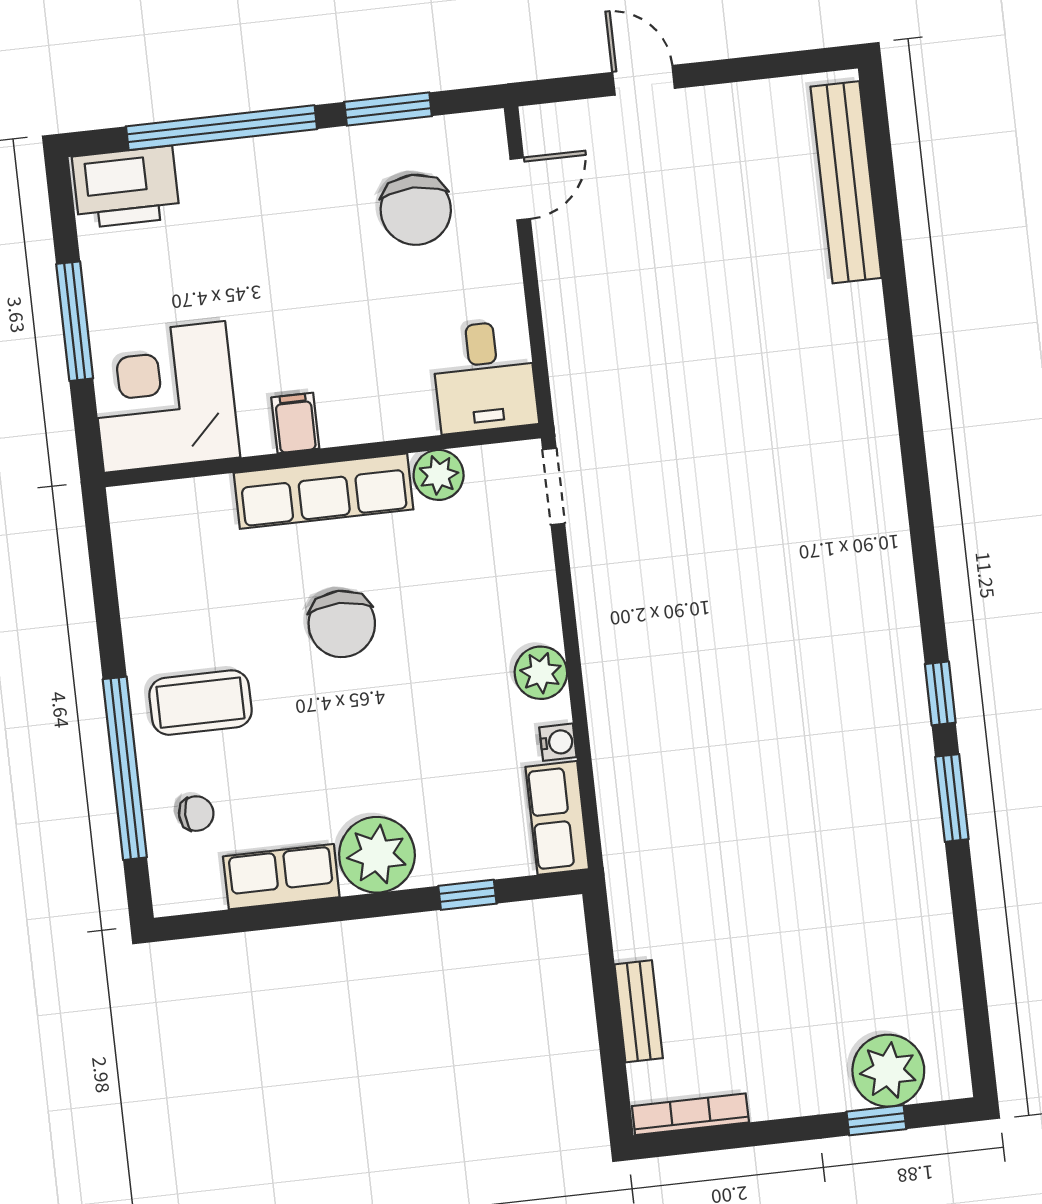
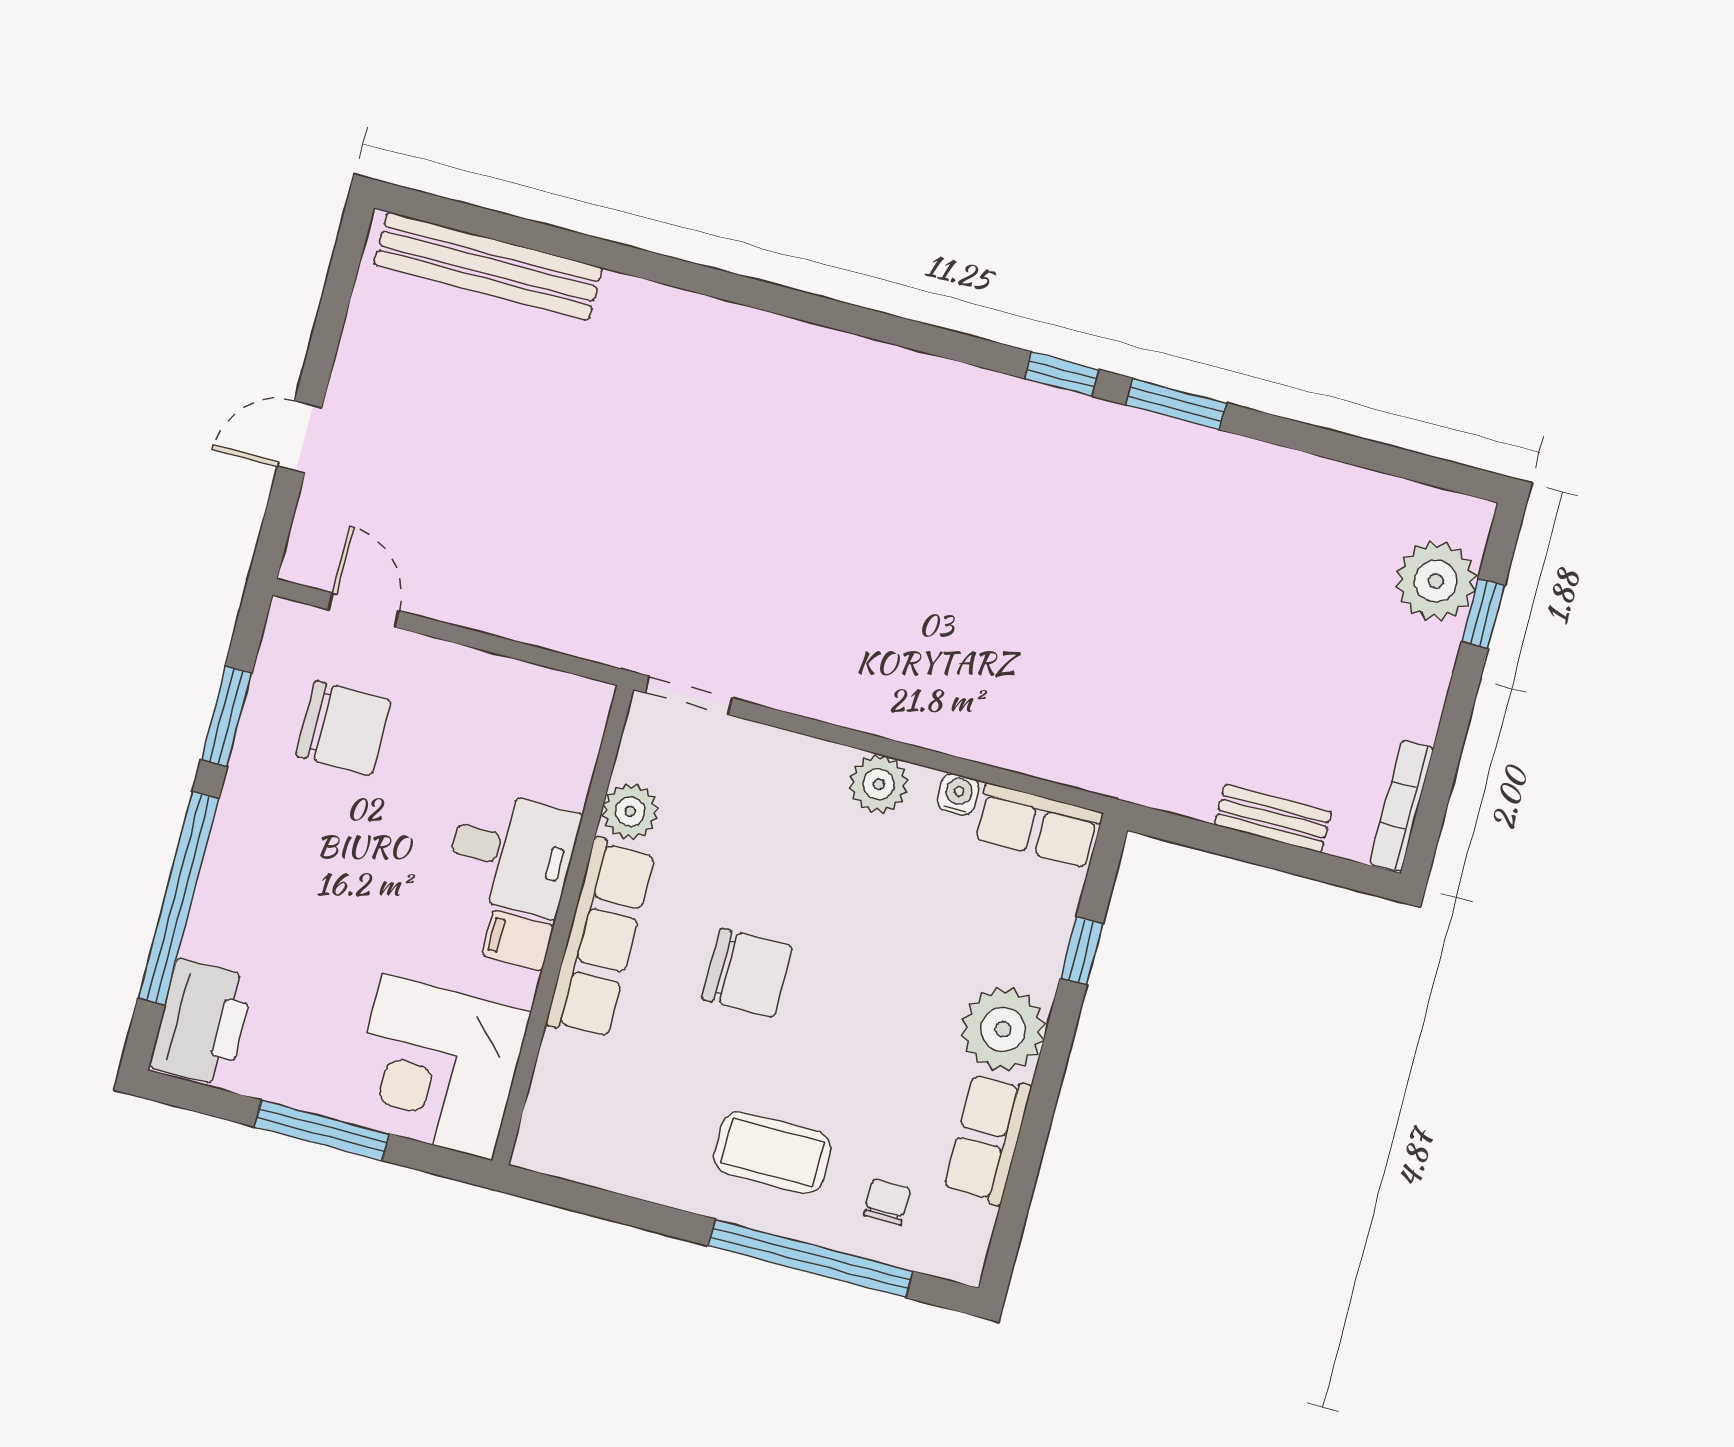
desk: (485, 377) -> (512, 853), moved
coffee table: (200, 703) -> (772, 1153), turned 90

